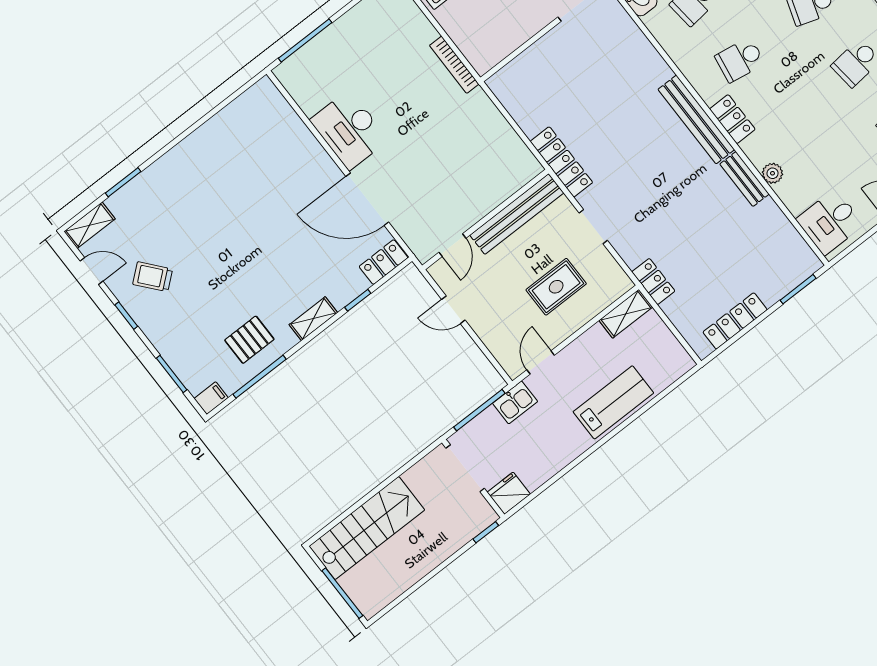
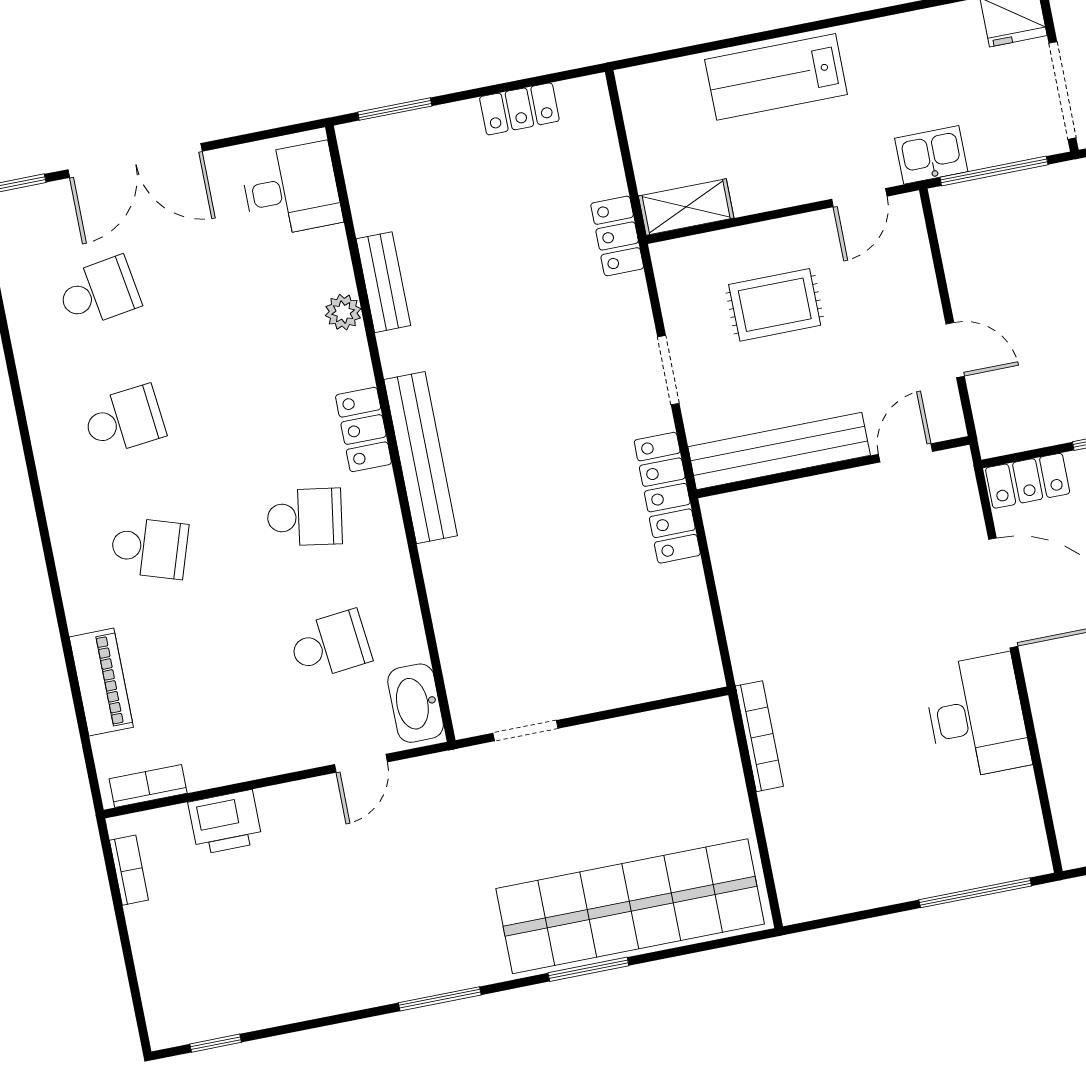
bench: (744, 179) -> (383, 282), moved
locker: (735, 321) -> (519, 109), width x0.66

